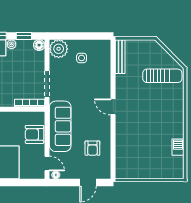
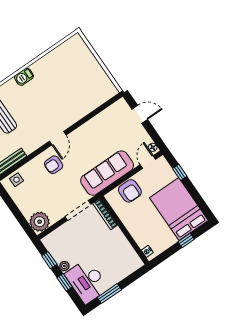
floor lamp: (39, 45) -> (48, 241), removed
side table: (82, 58) -> (17, 180), moved
barbecue: (178, 147) -> (24, 77), moved
armchair: (92, 148) -> (54, 165), moved, turned 180
window: (22, 182) -> (180, 172), added

